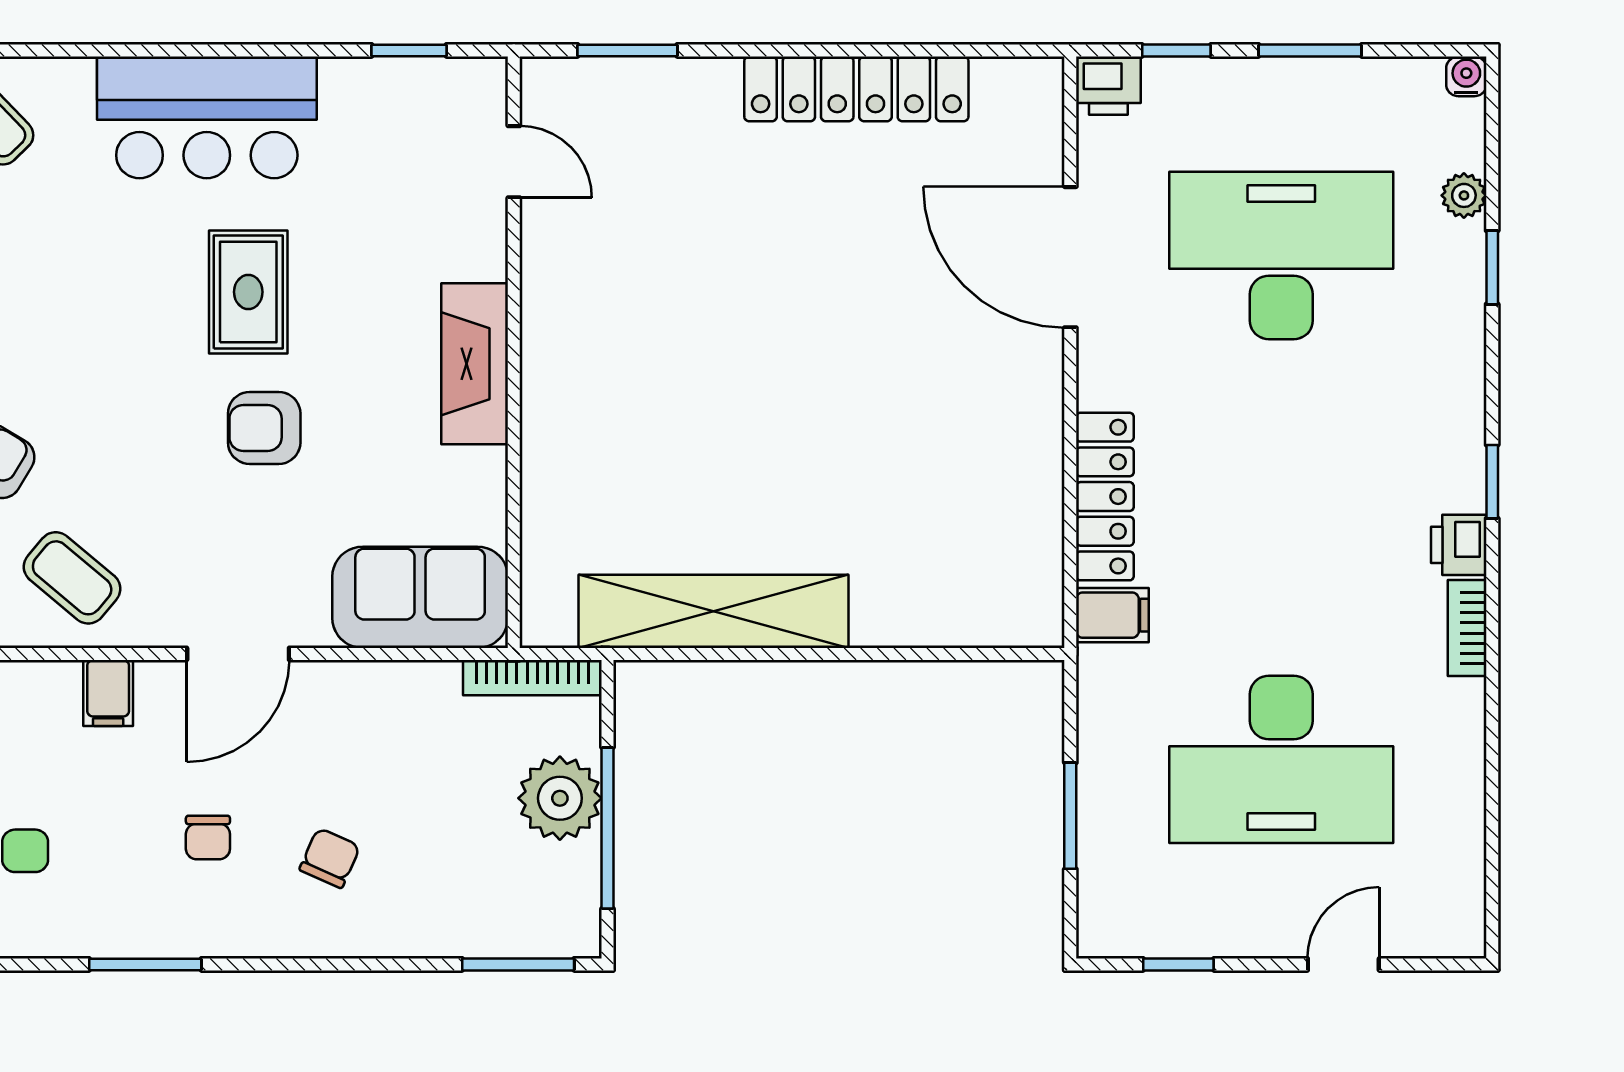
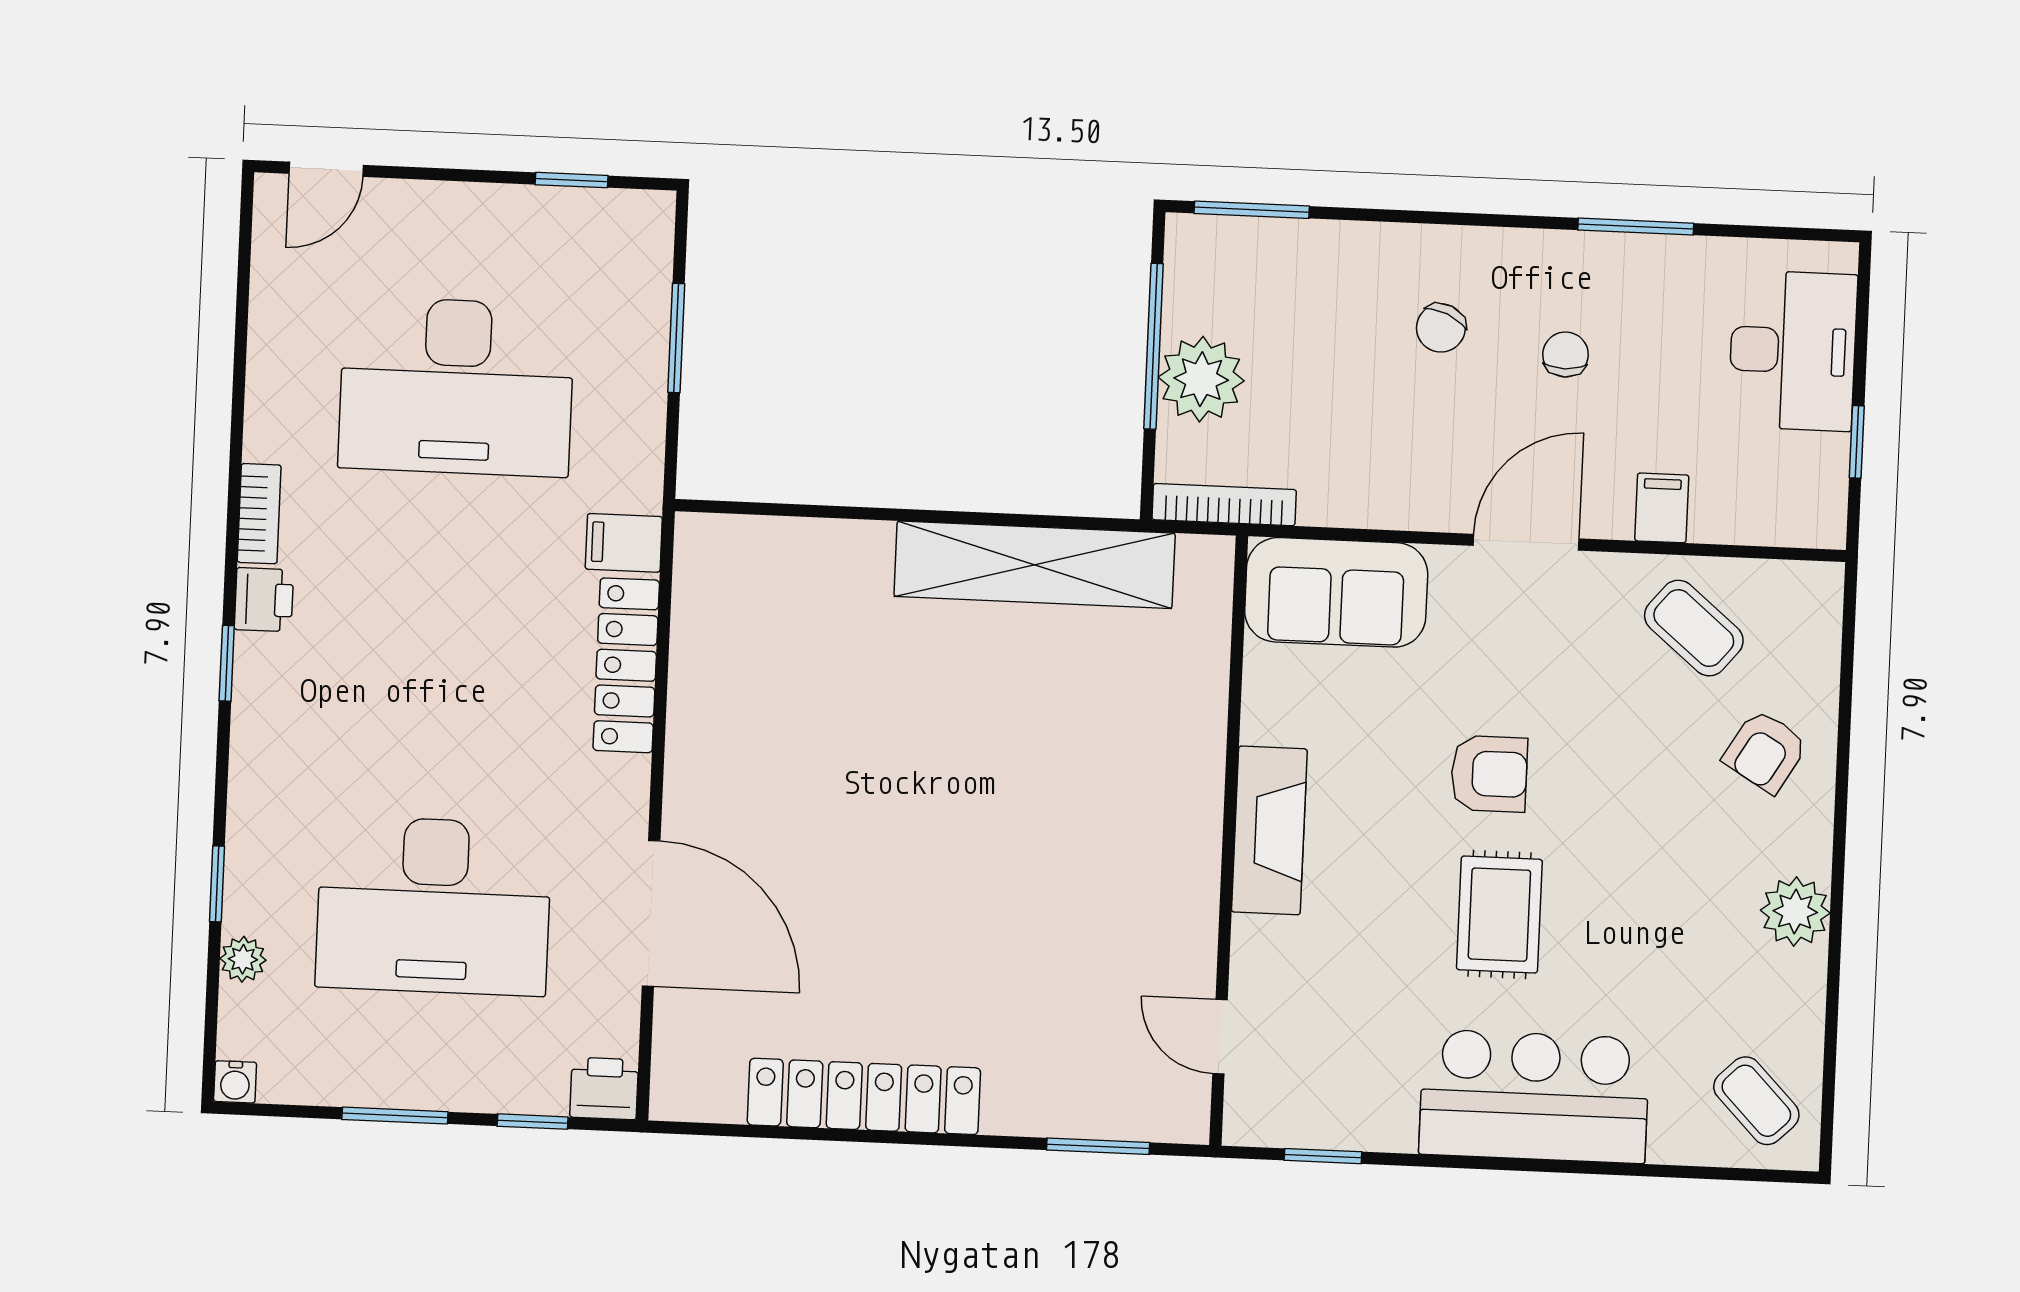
desk: (1281, 759) -> (456, 387), turned 180
door: (1343, 964) -> (326, 169), moved

